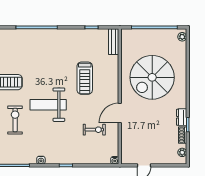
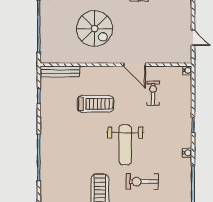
bench: (114, 42) -> (60, 72), width x1.36
spiral stairs: (152, 77) -> (95, 29), width x0.73, depth x0.73

